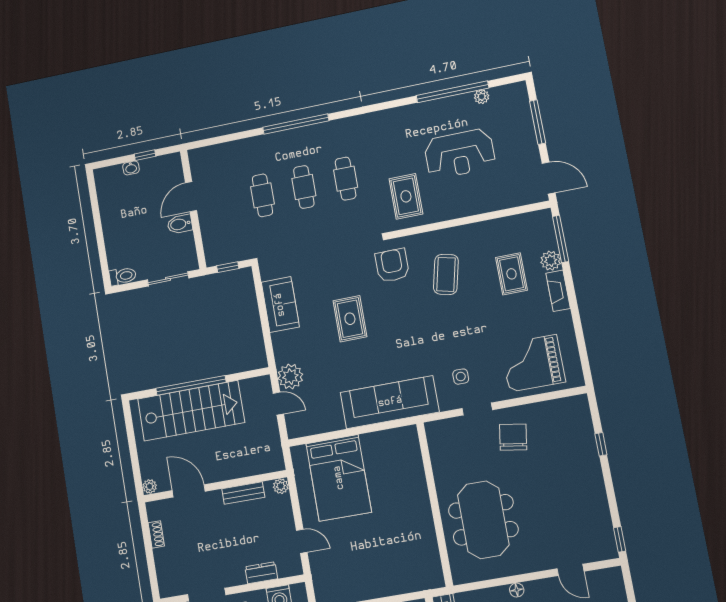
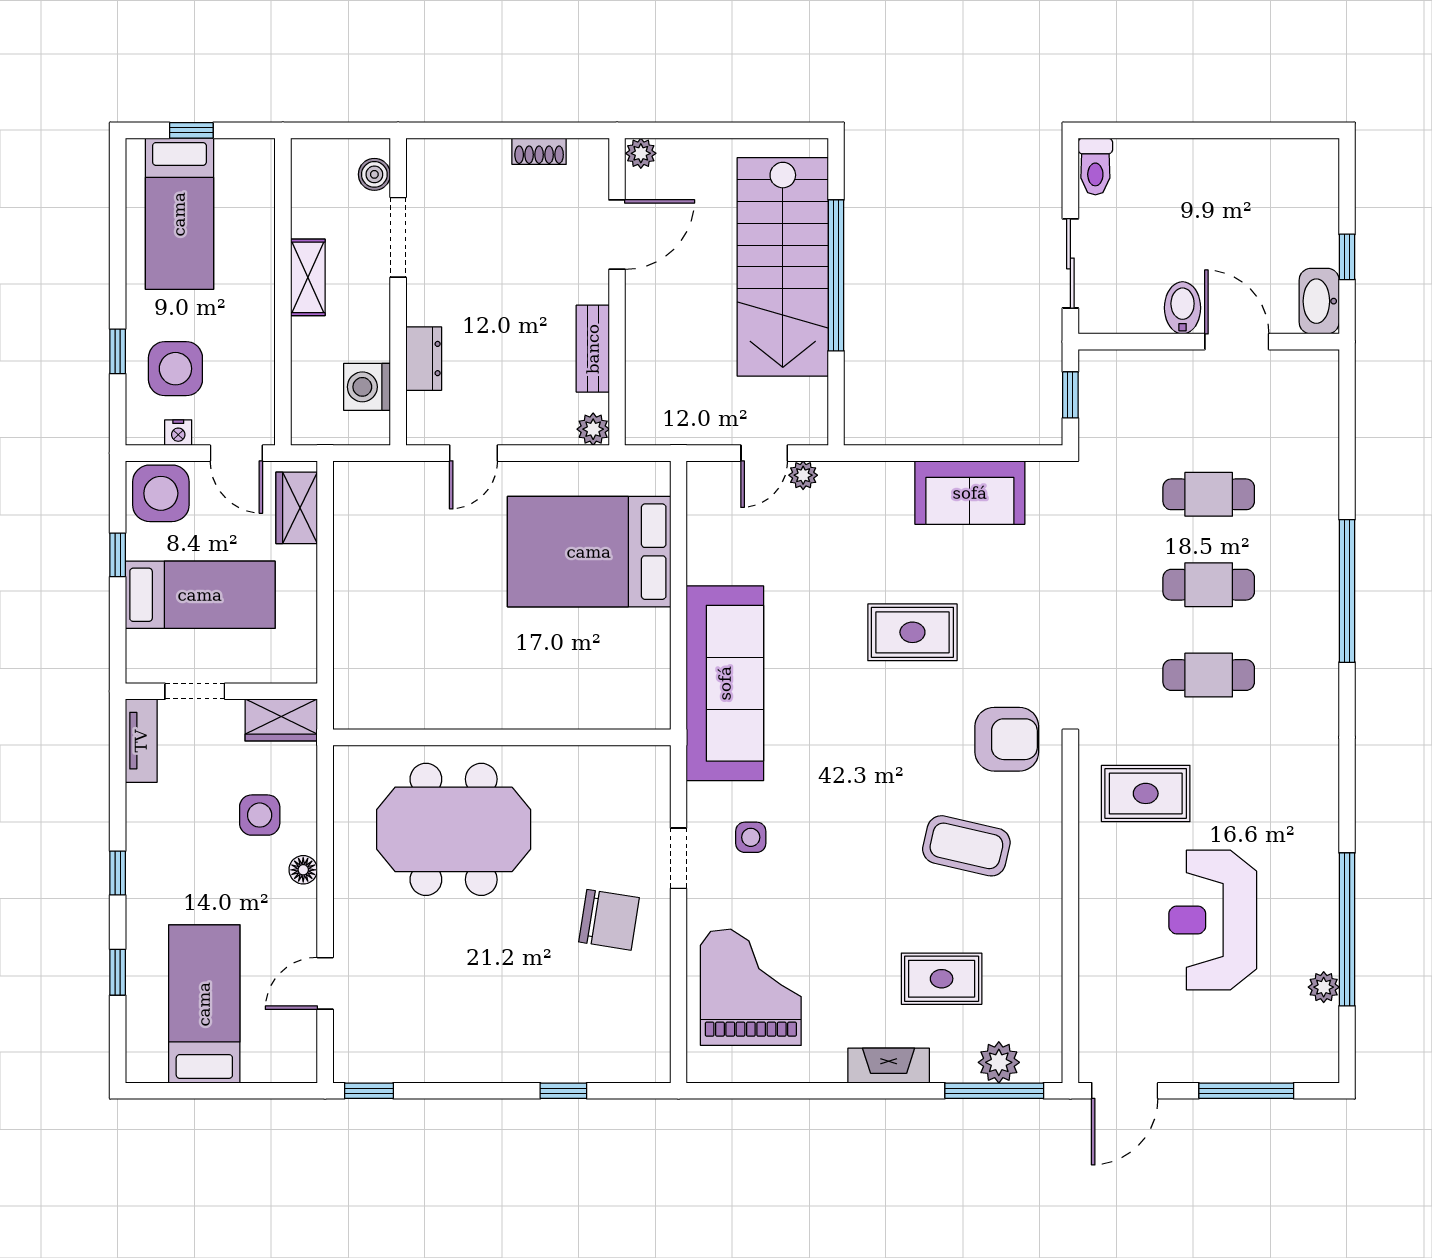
washbasin: (131, 168) -> (1319, 301), moved, width x1.91, depth x1.45
plant: (551, 261) -> (999, 1062), moved
plant: (290, 376) -> (803, 475), width x0.53, depth x0.53

